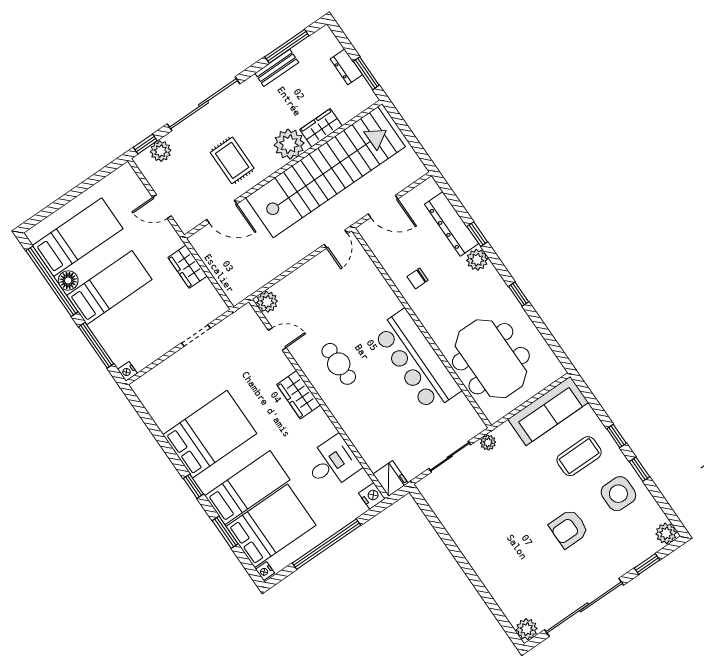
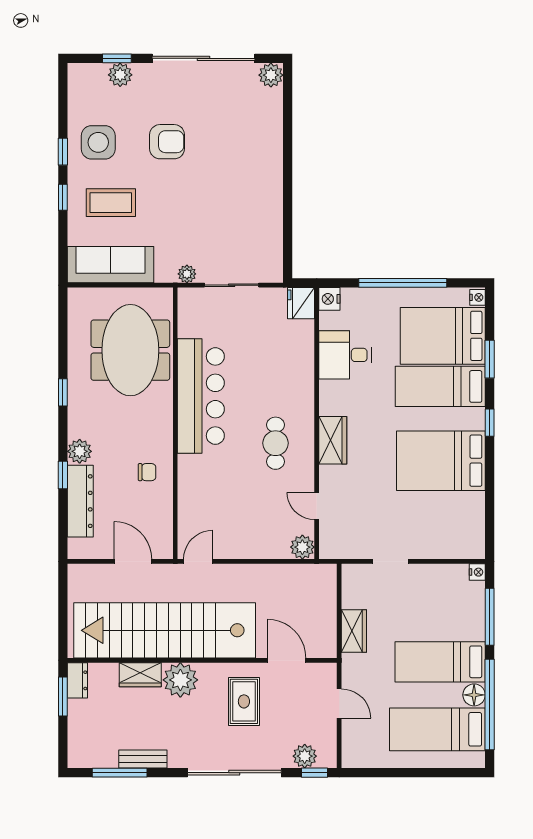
dresser: (346, 67) -> (77, 680), moved
plant: (666, 533) -> (120, 75), moved

